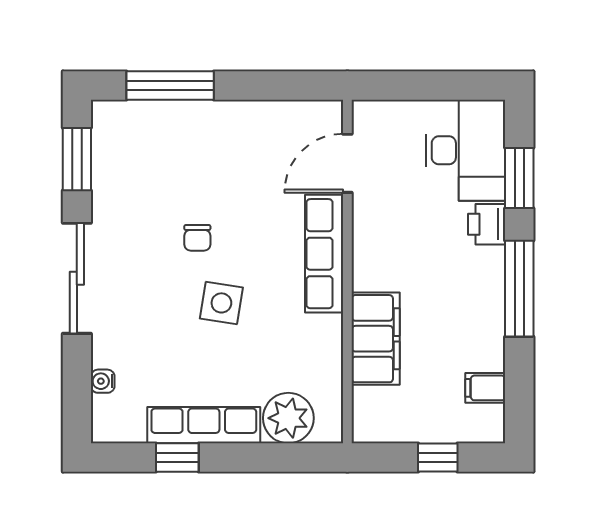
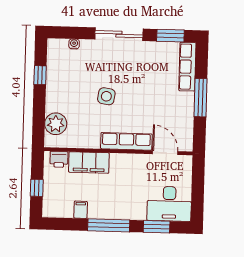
window: (170, 85) -> (200, 98), moved
printer: (487, 224) -> (59, 159), moved, turned 180
chair: (197, 238) -> (135, 87), removed
filing cabinet: (485, 388) -> (81, 210), moved
row of seats: (204, 425) -> (187, 67), moved, turned 180

